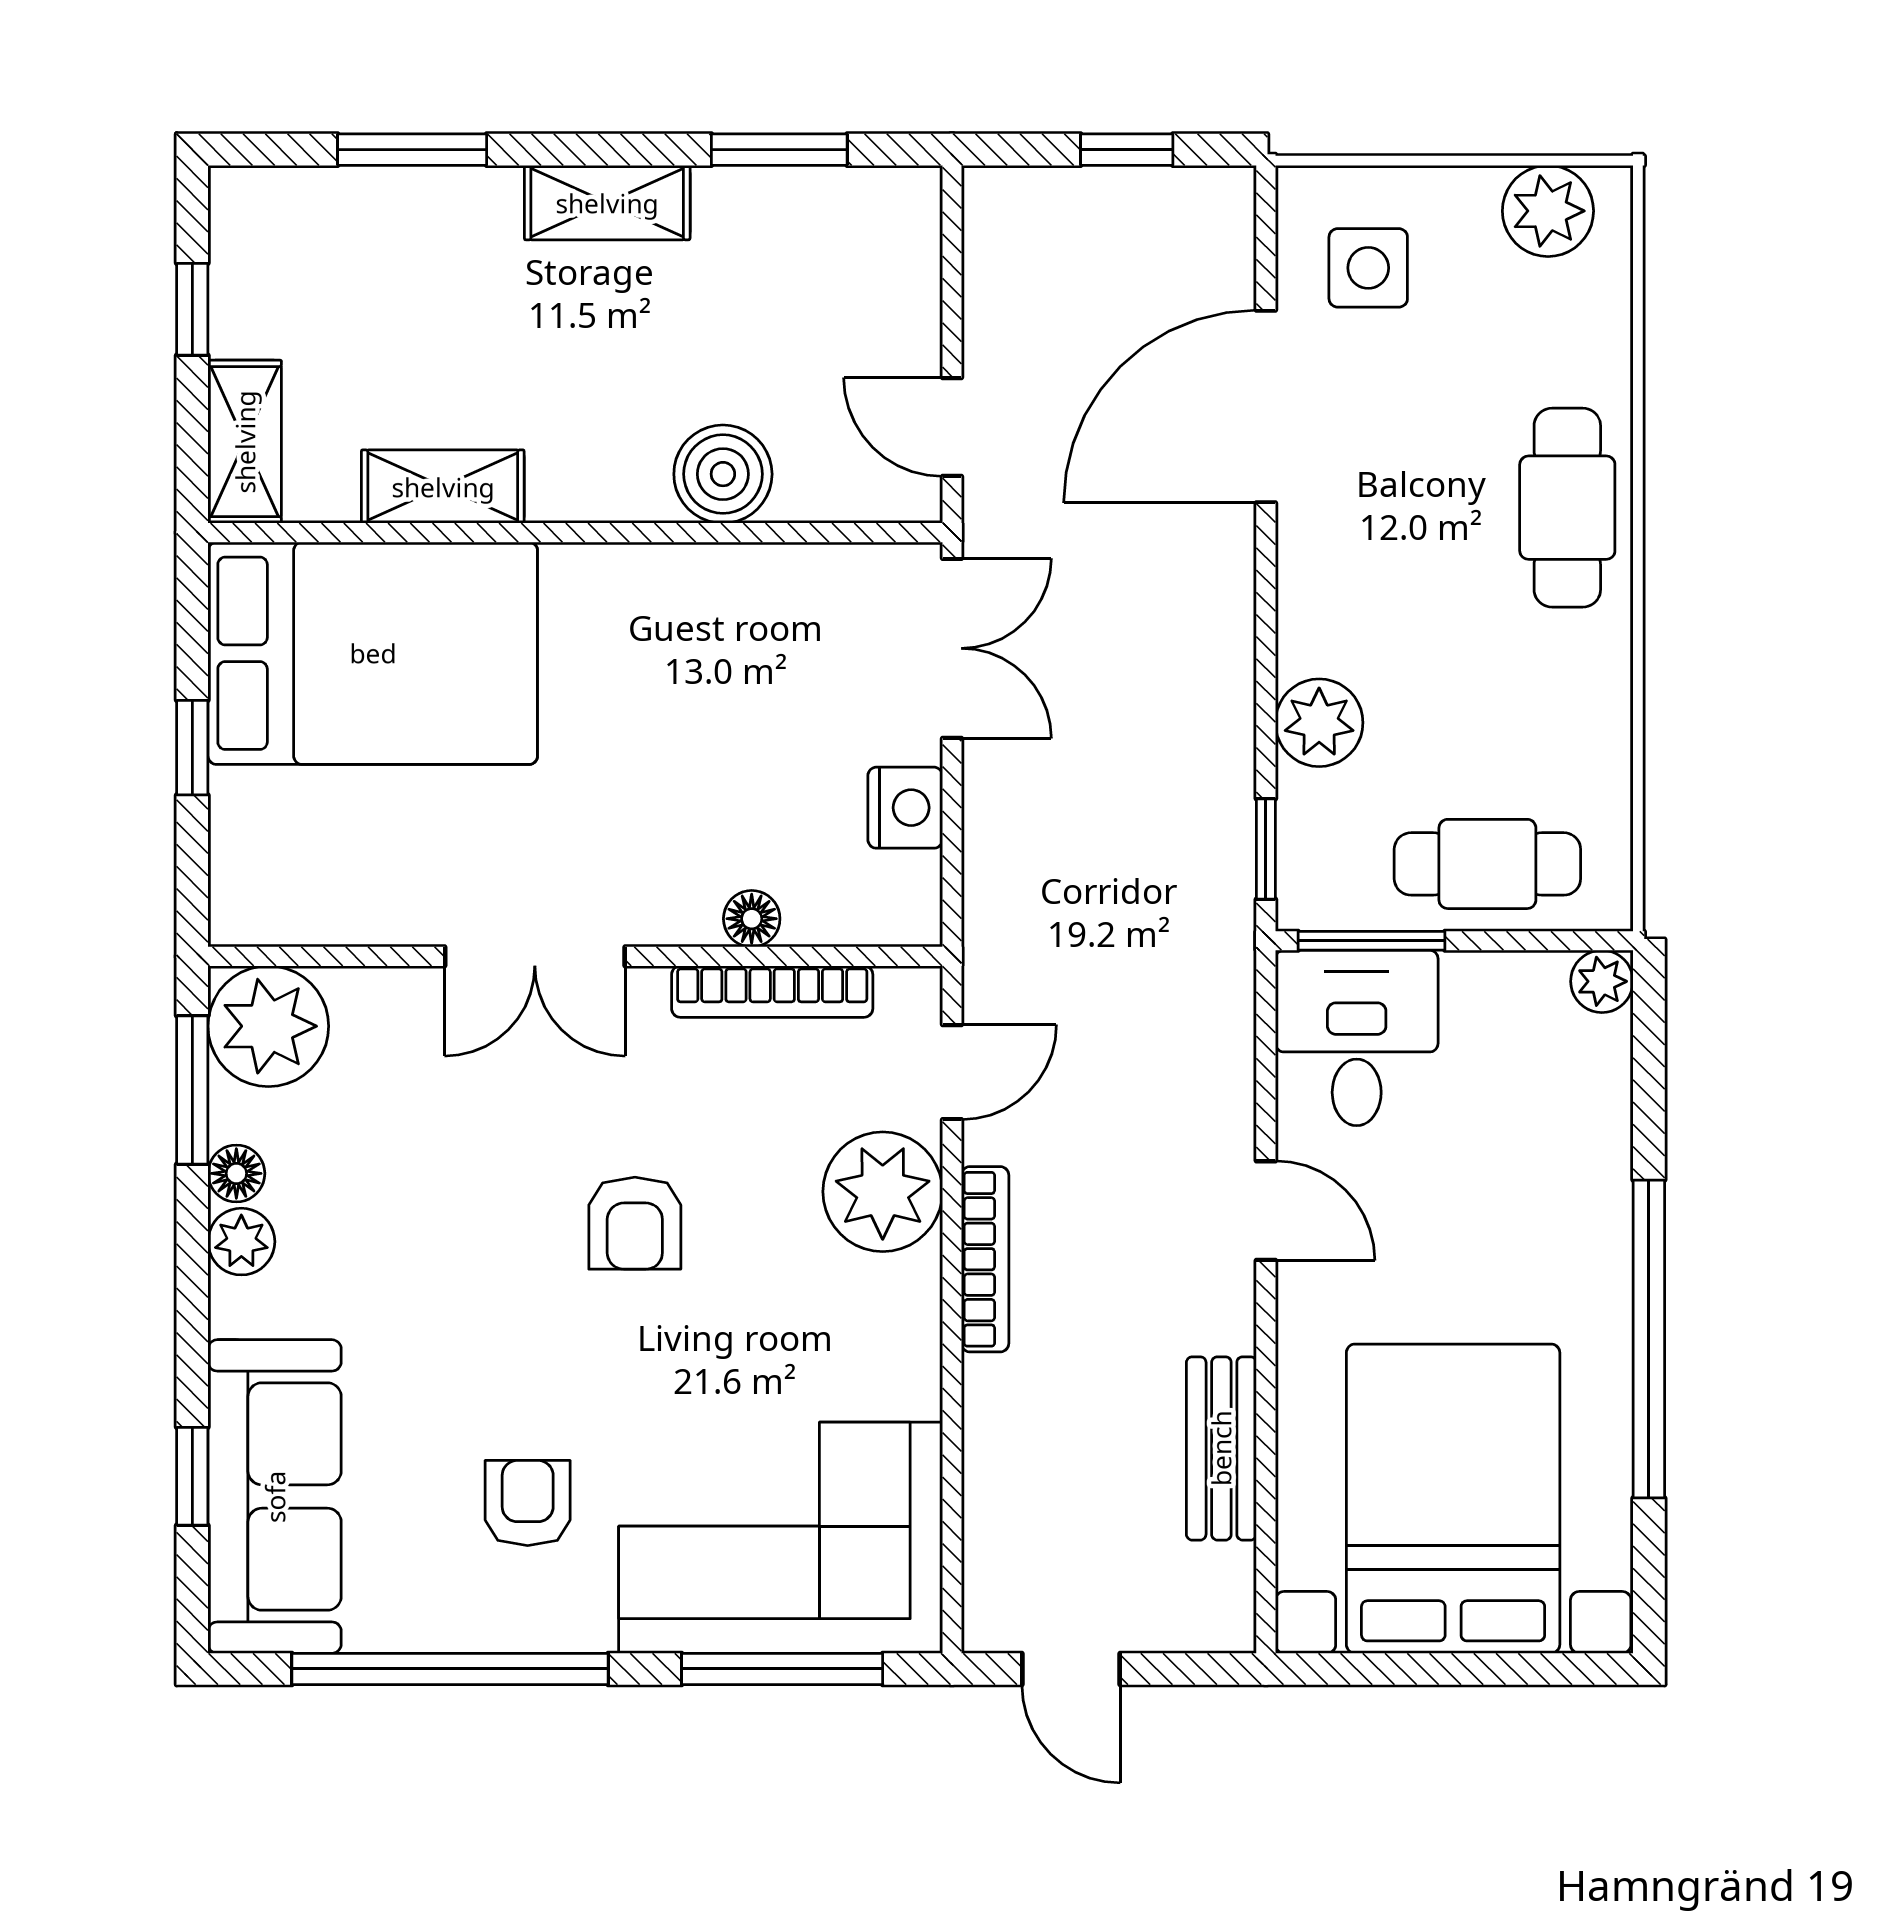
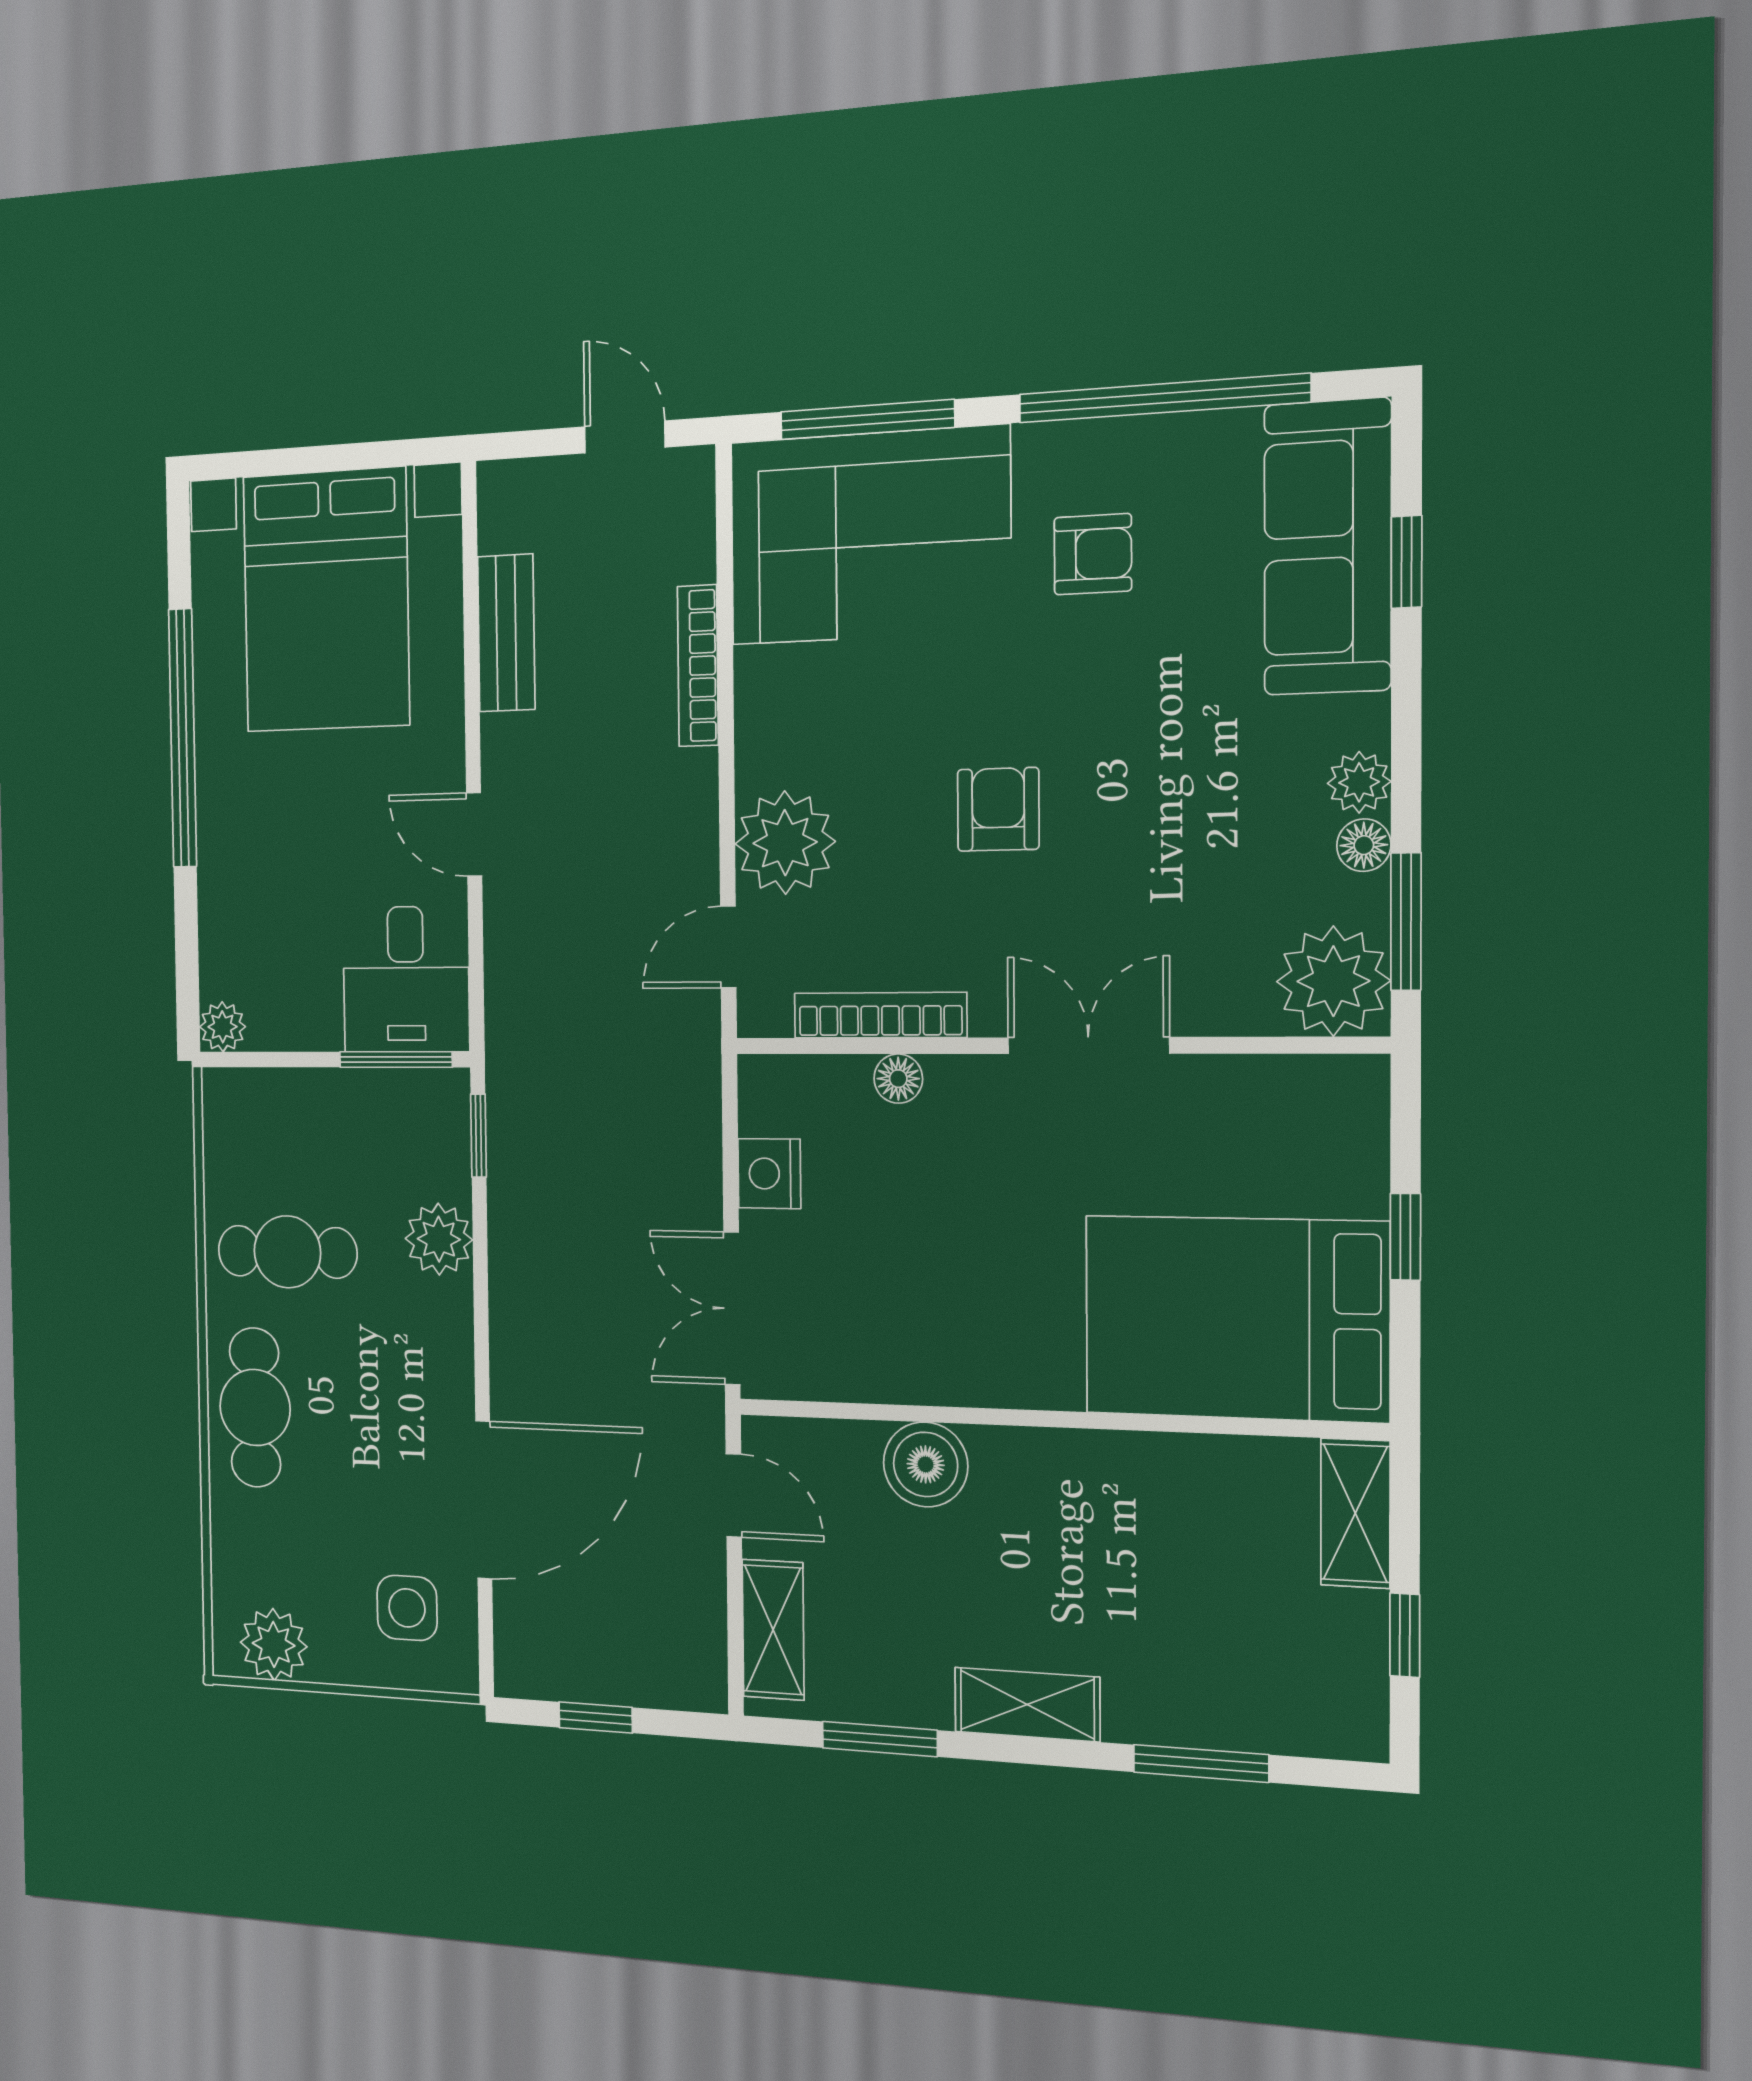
shelving: (443, 487) -> (773, 1630), moved, turned 90
cafe table: (1487, 864) -> (287, 1252), moved
bookcase: (985, 1259) -> (698, 666), moved
armchair: (528, 1503) -> (1093, 554), turned -90

